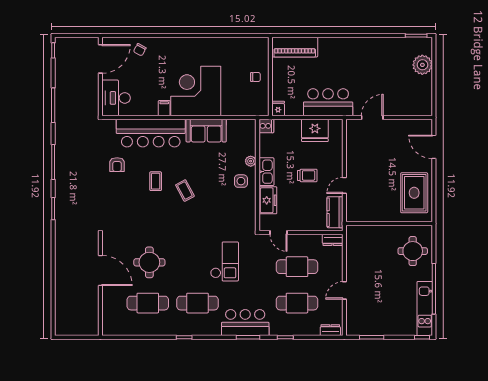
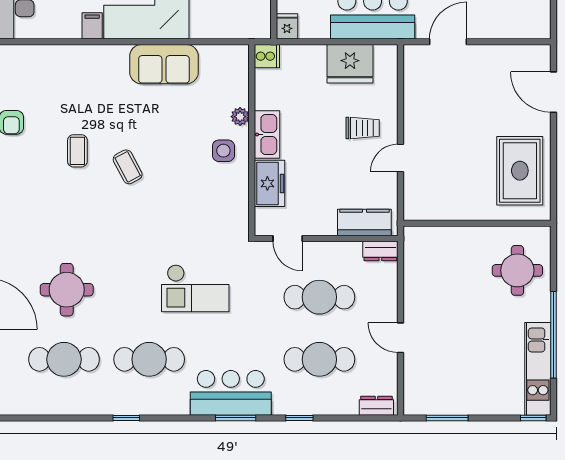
bar counter: (151, 133) -> (69, 68), removed
trolley: (307, 175) -> (363, 128), moved
kitchen counter: (335, 212) -> (364, 223), moved, turned 90
checkout: (224, 261) -> (195, 288), turned 90
door: (344, 290) -> (401, 338), hinge flipped

